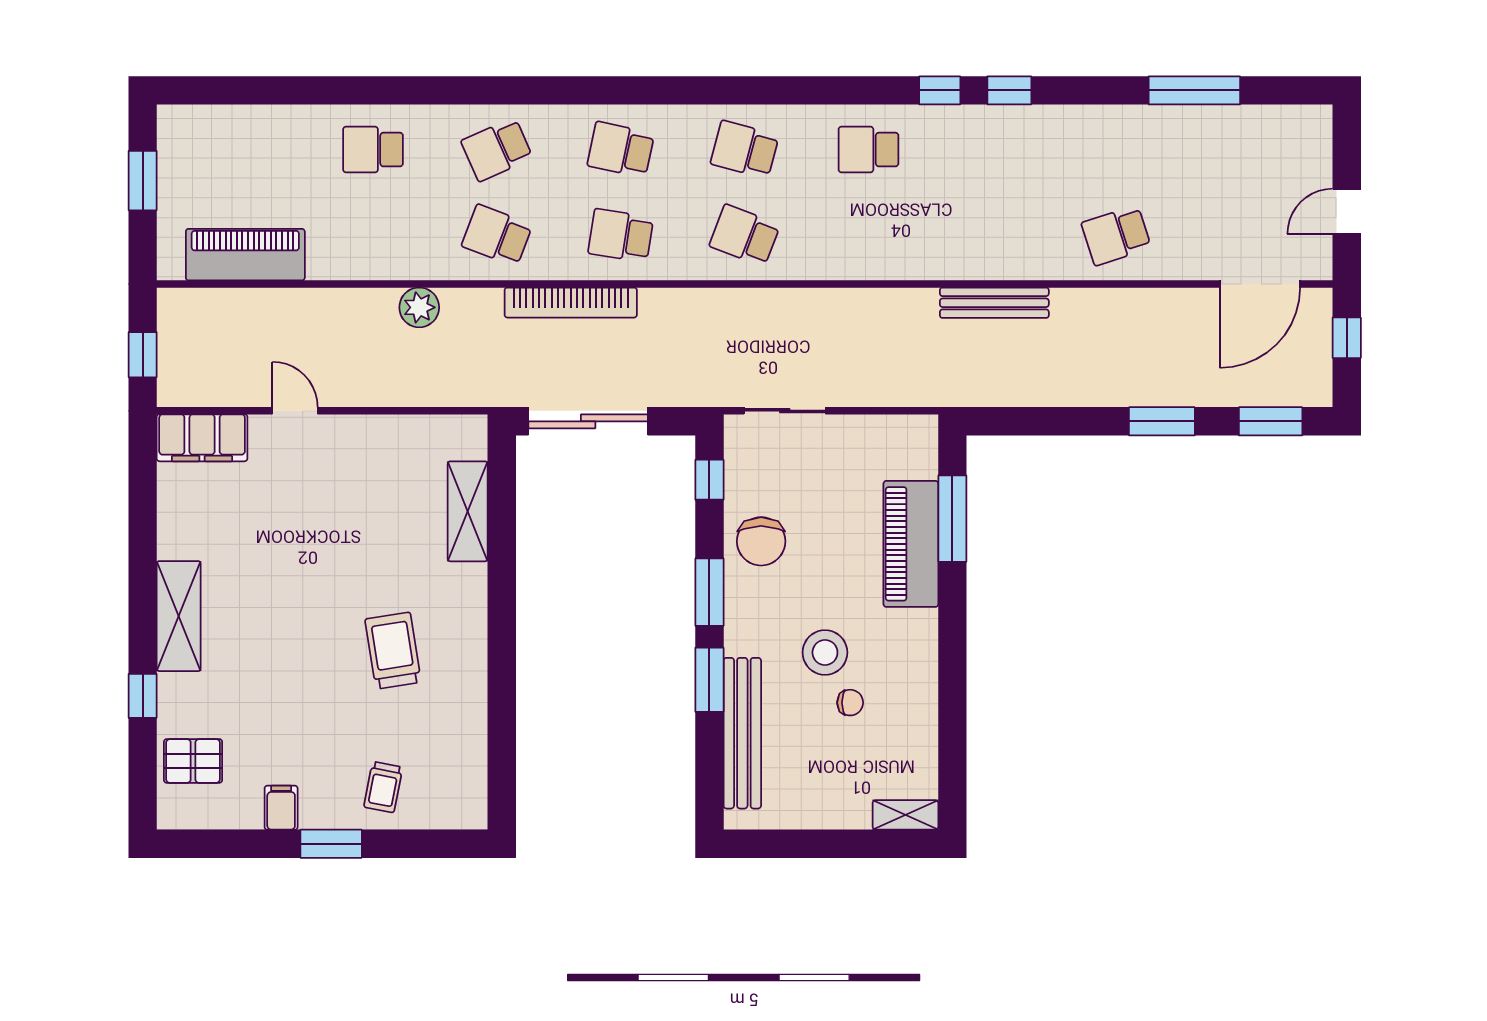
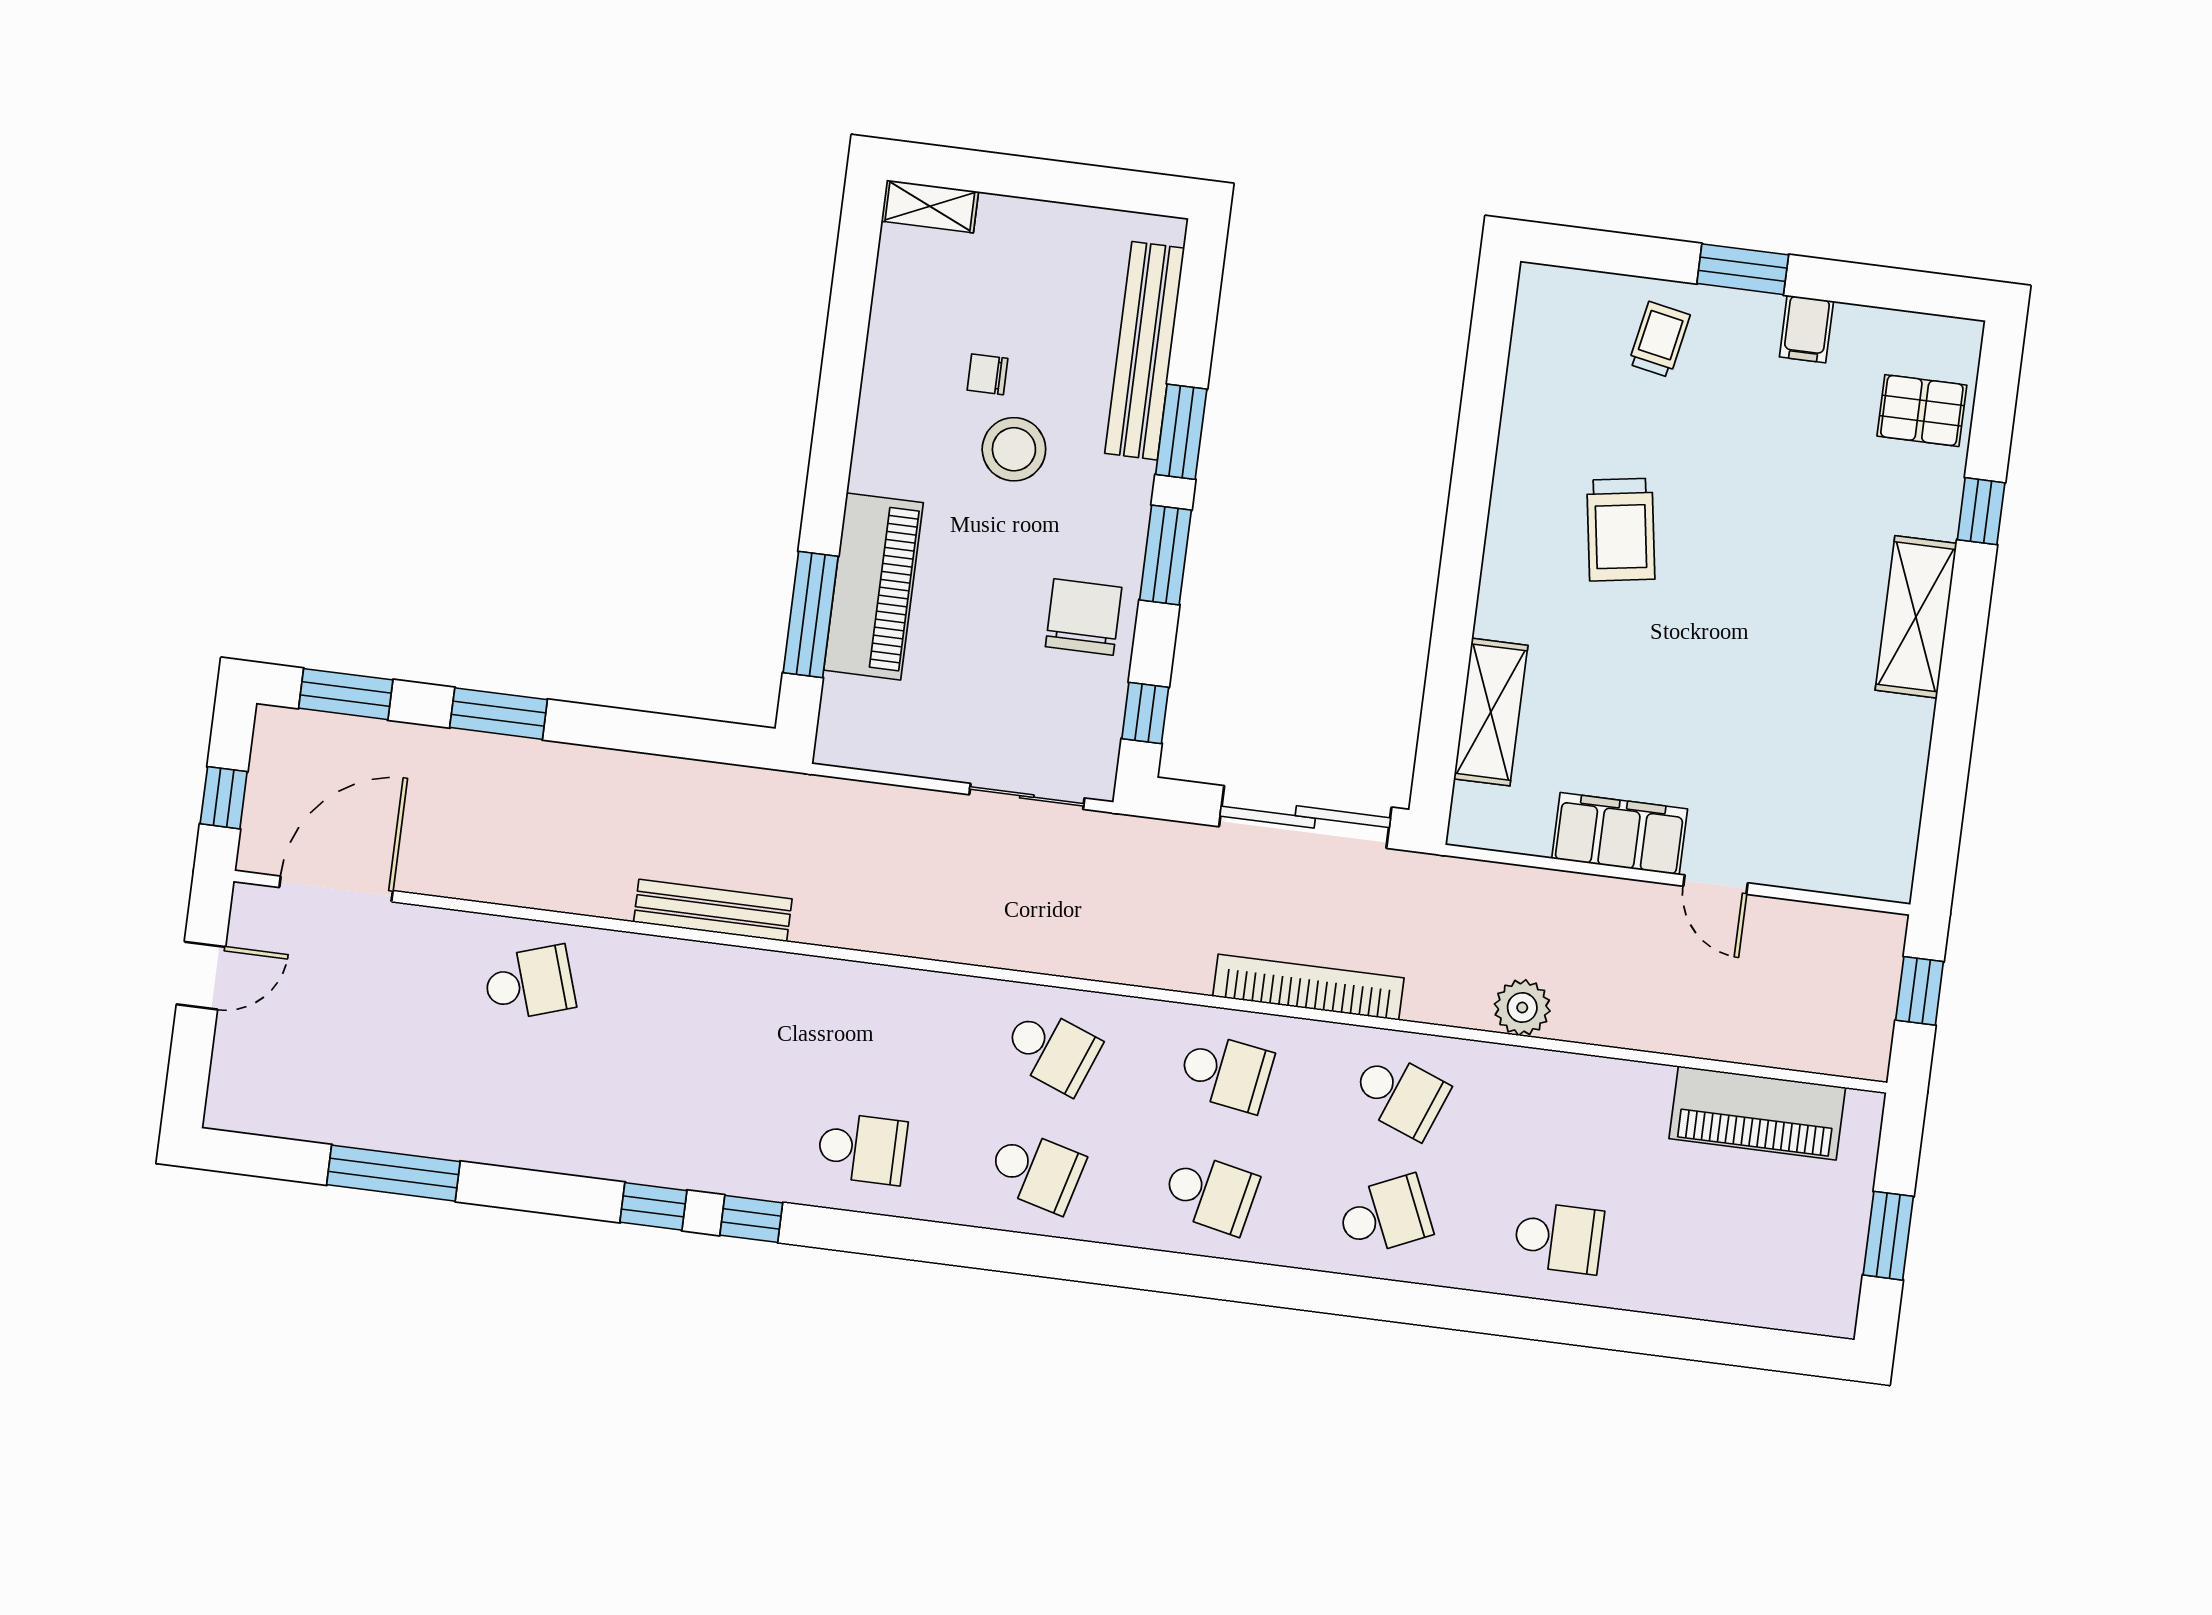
filing cabinet: (202, 438) -> (1620, 834), moved

